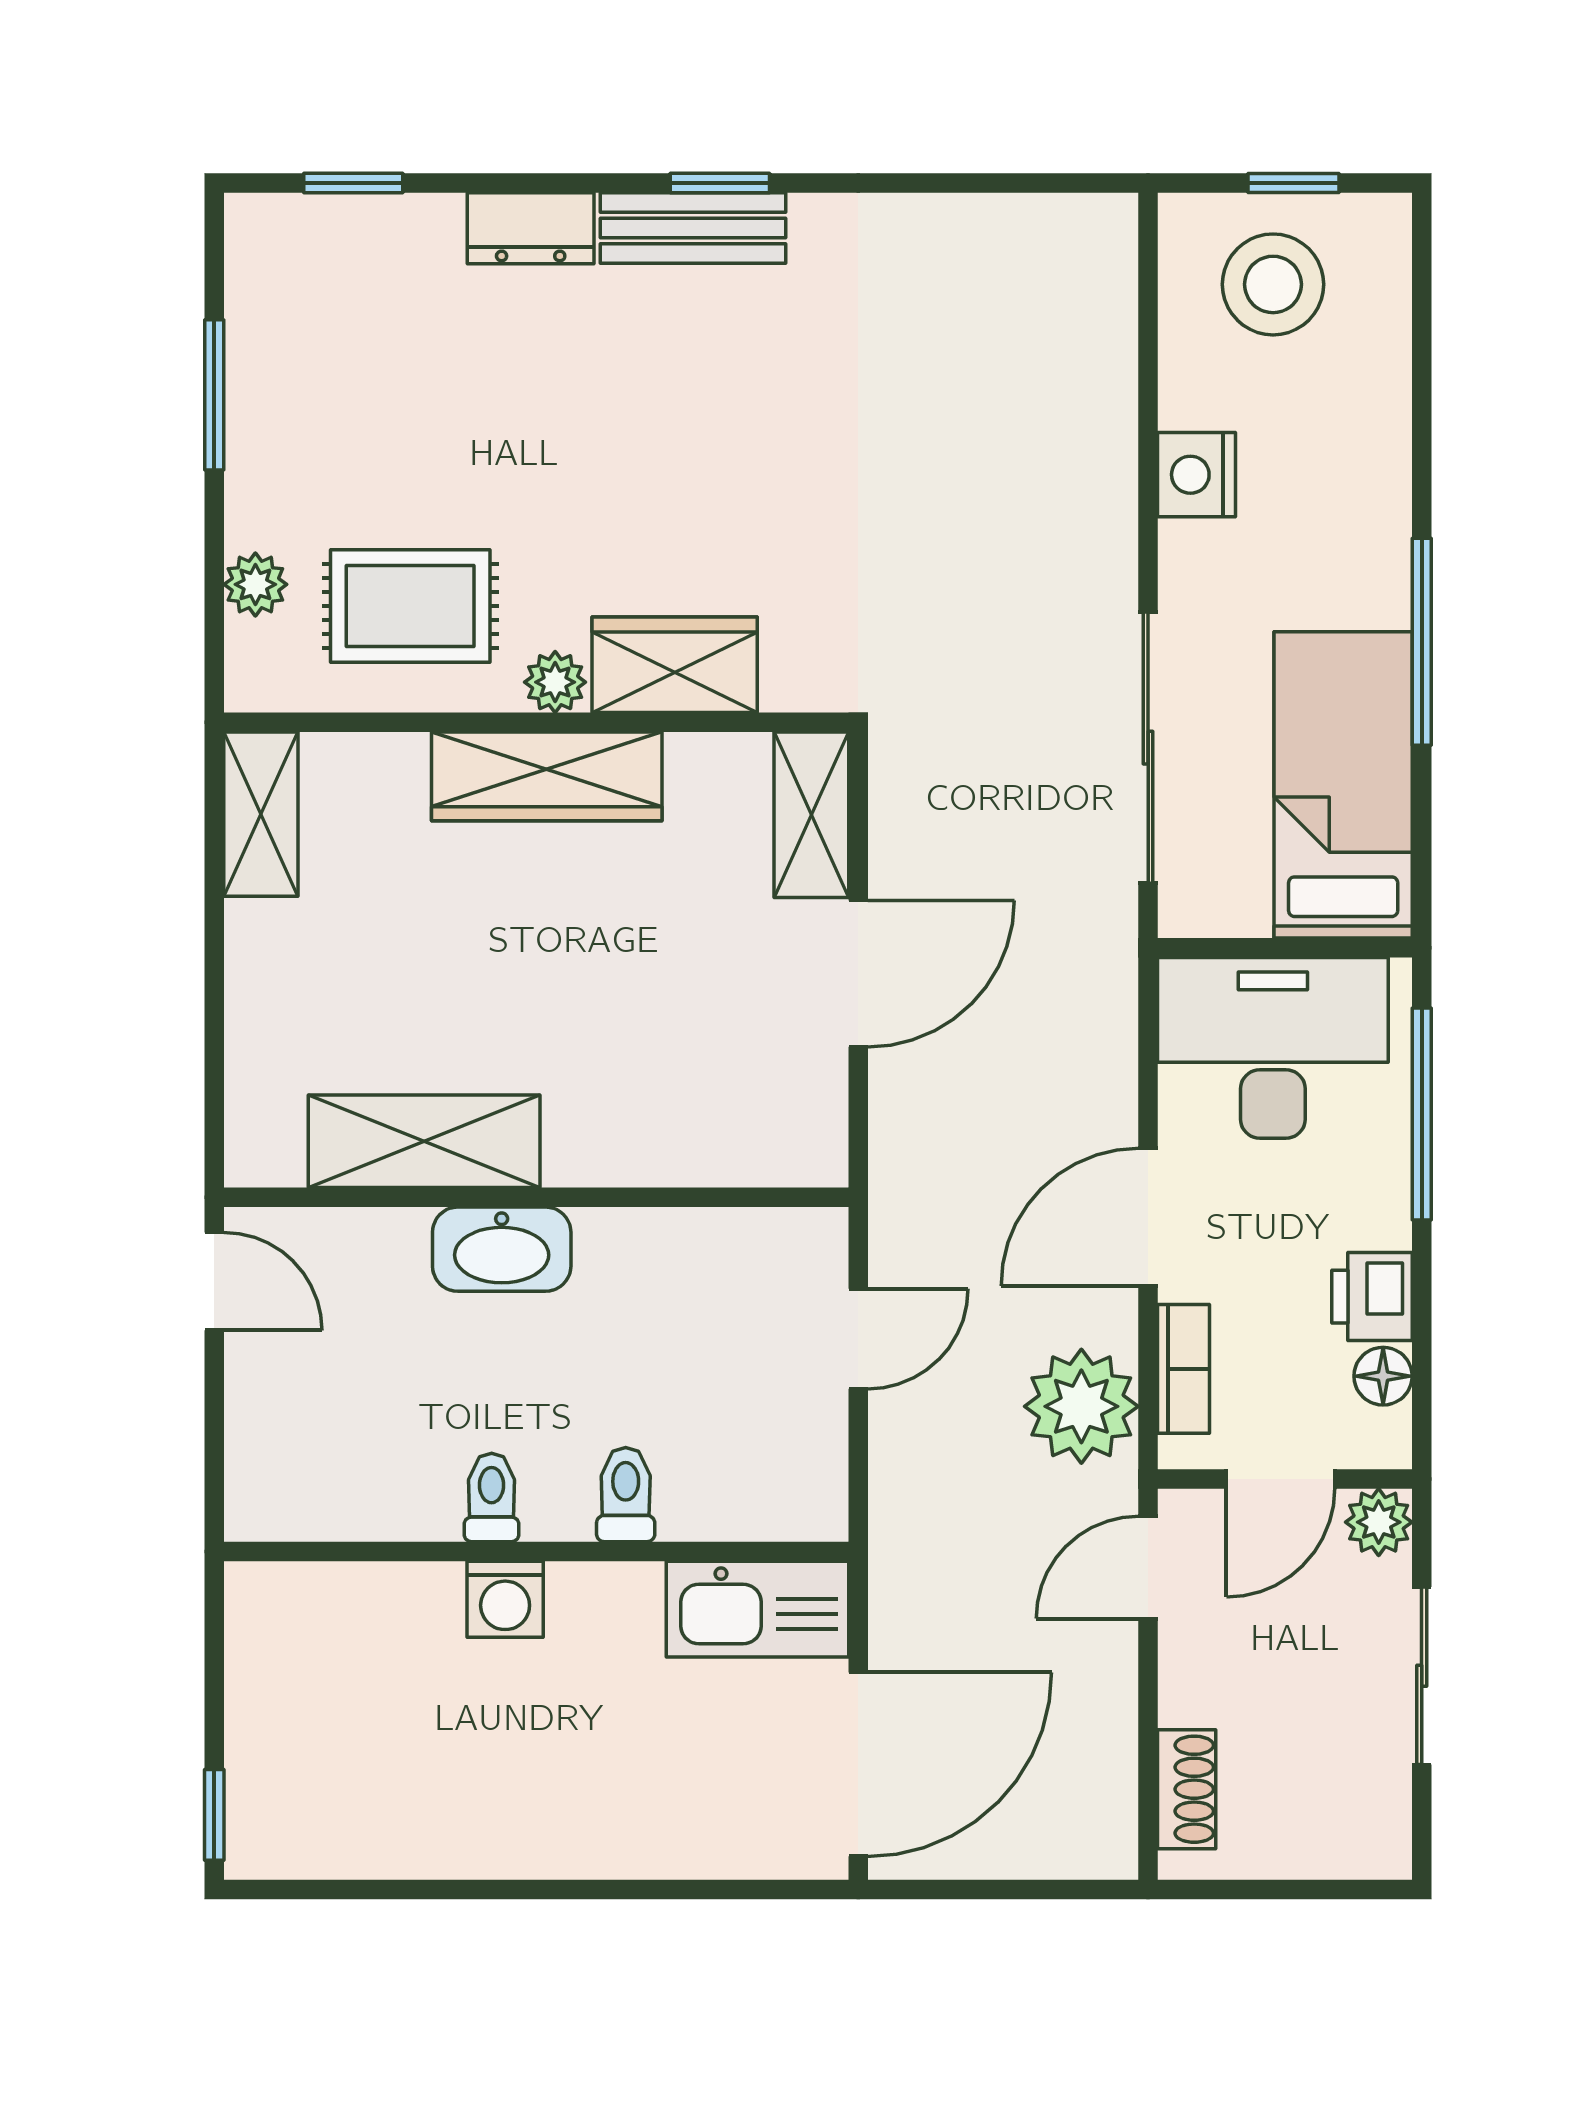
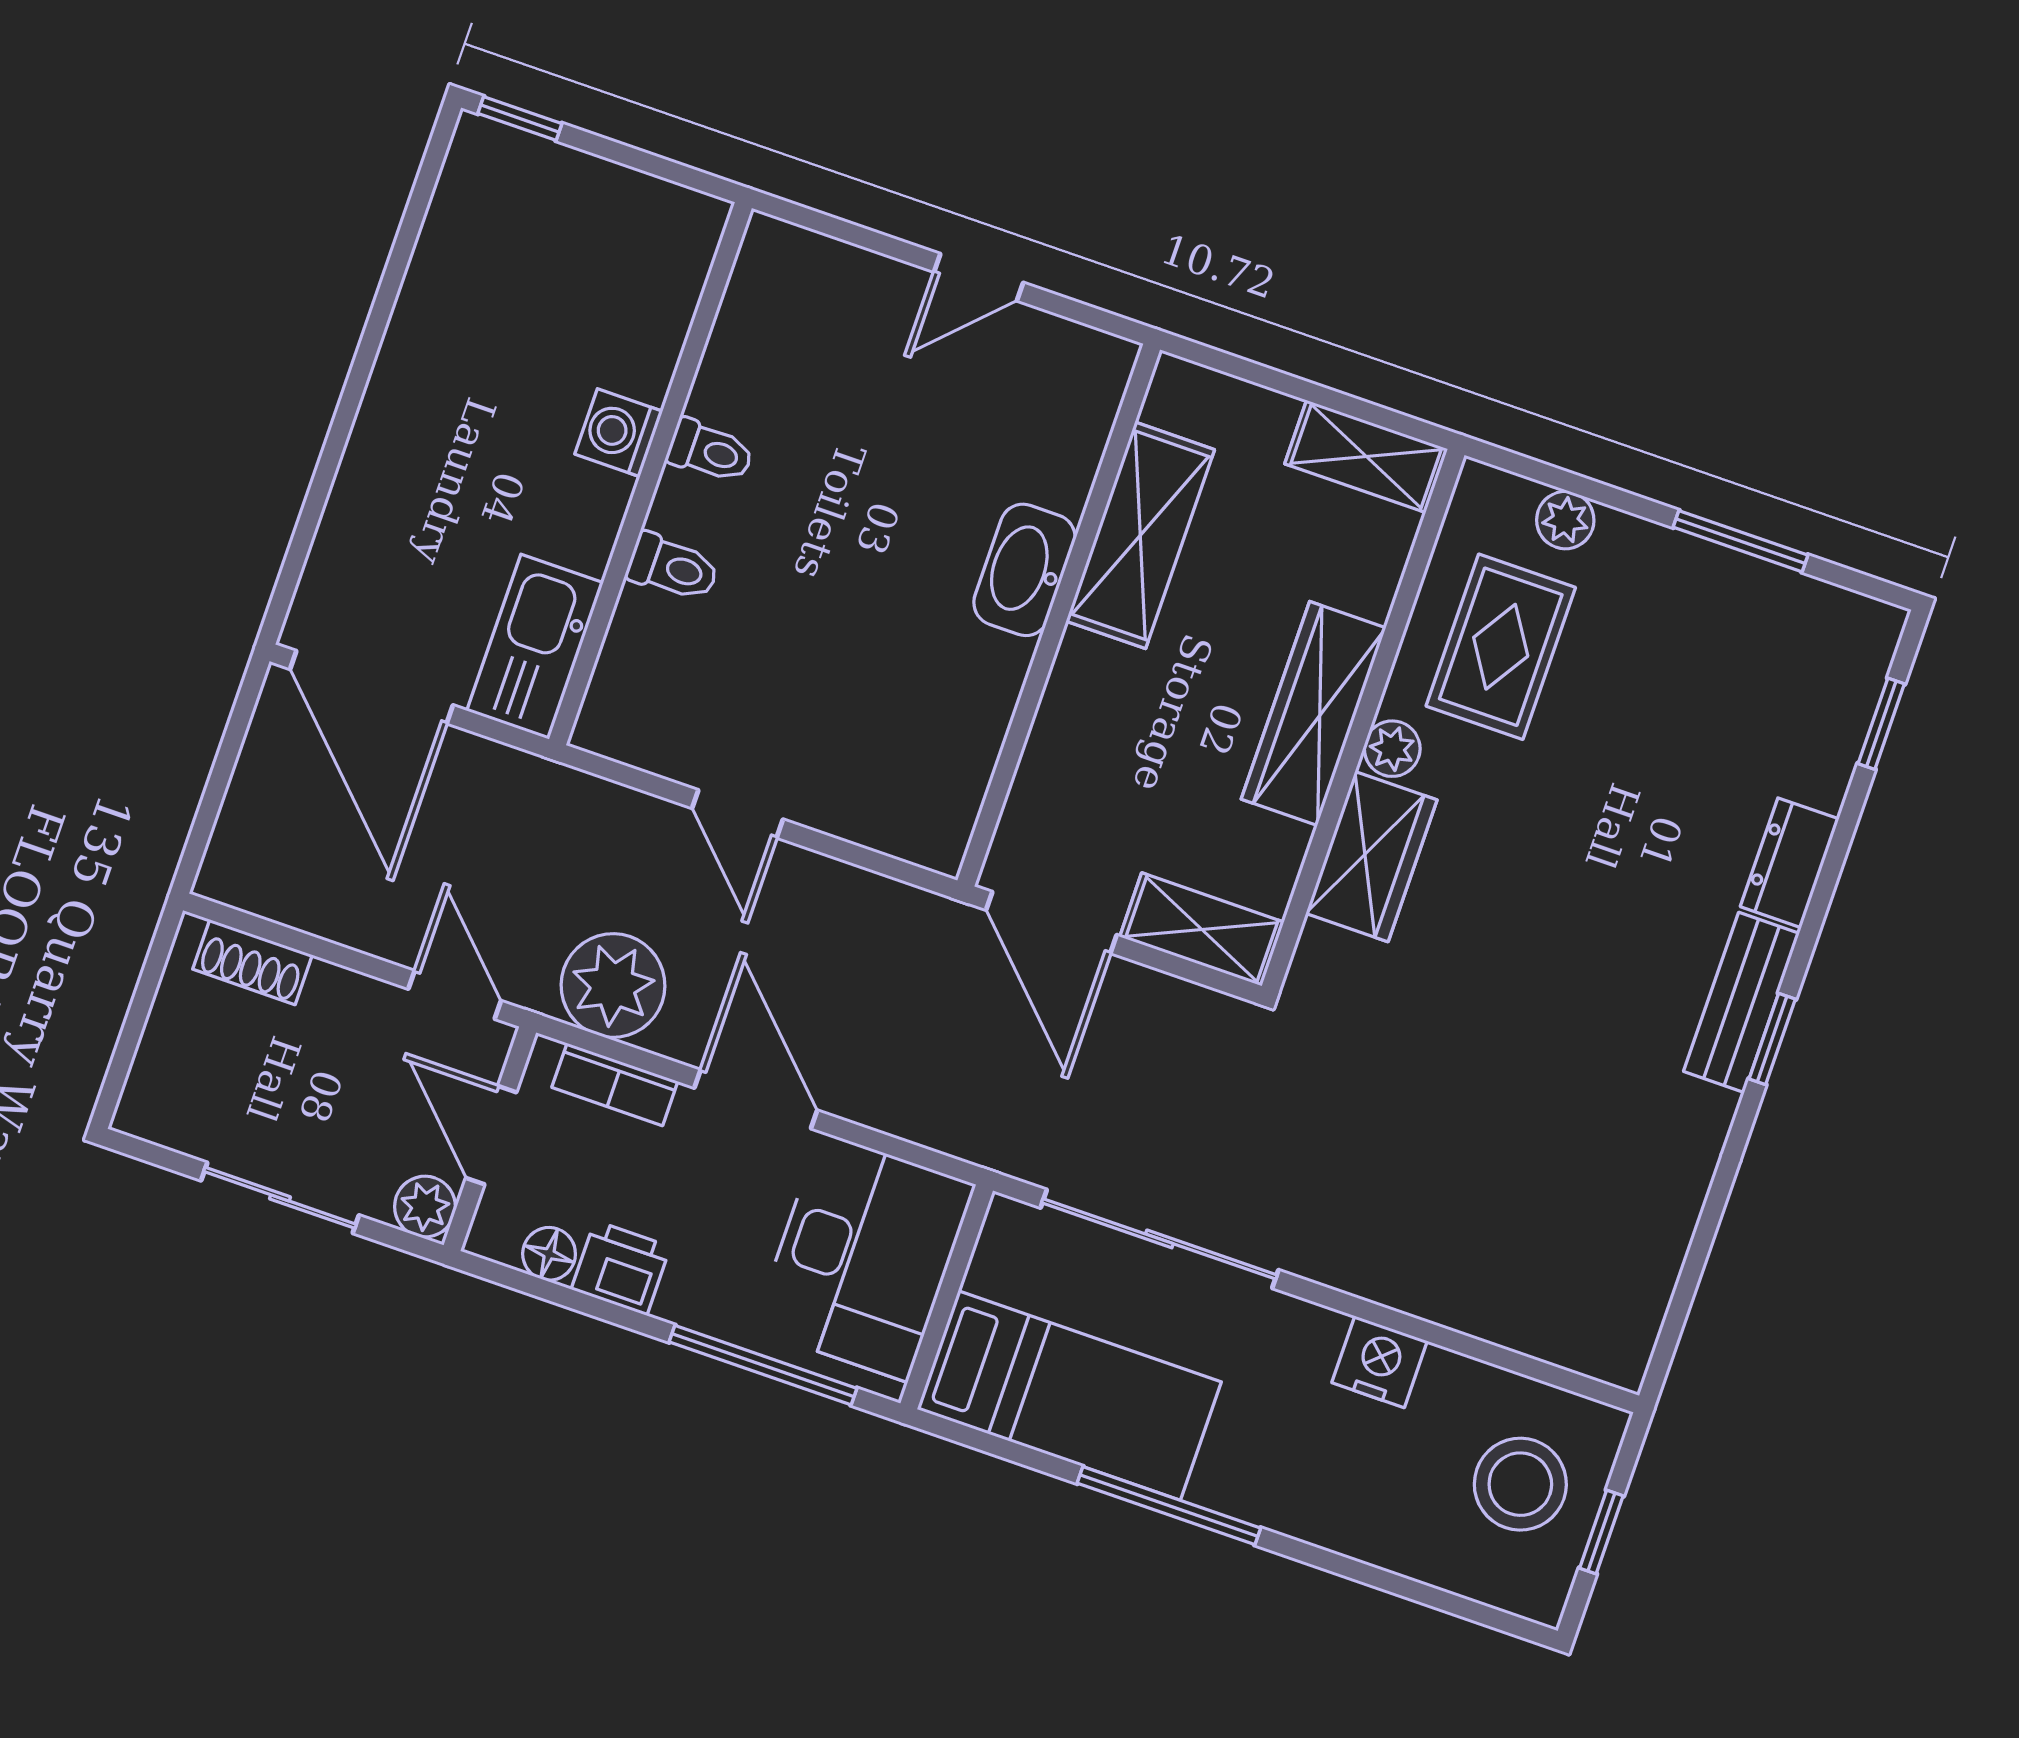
shelving: (424, 1141) -> (1140, 535), moved
wall: (536, 1197) -> (1059, 615), moved
washbasin: (502, 1249) -> (1024, 570), moved

